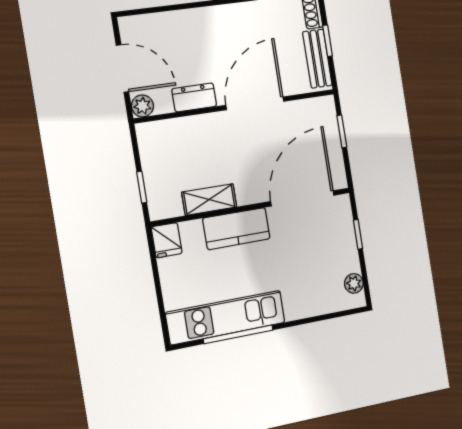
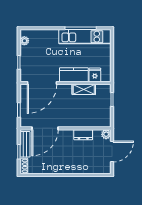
door: (122, 68) -> (112, 151), swing flipped
door: (255, 103) -> (45, 128), moved
fridge: (167, 240) -> (95, 75), moved

